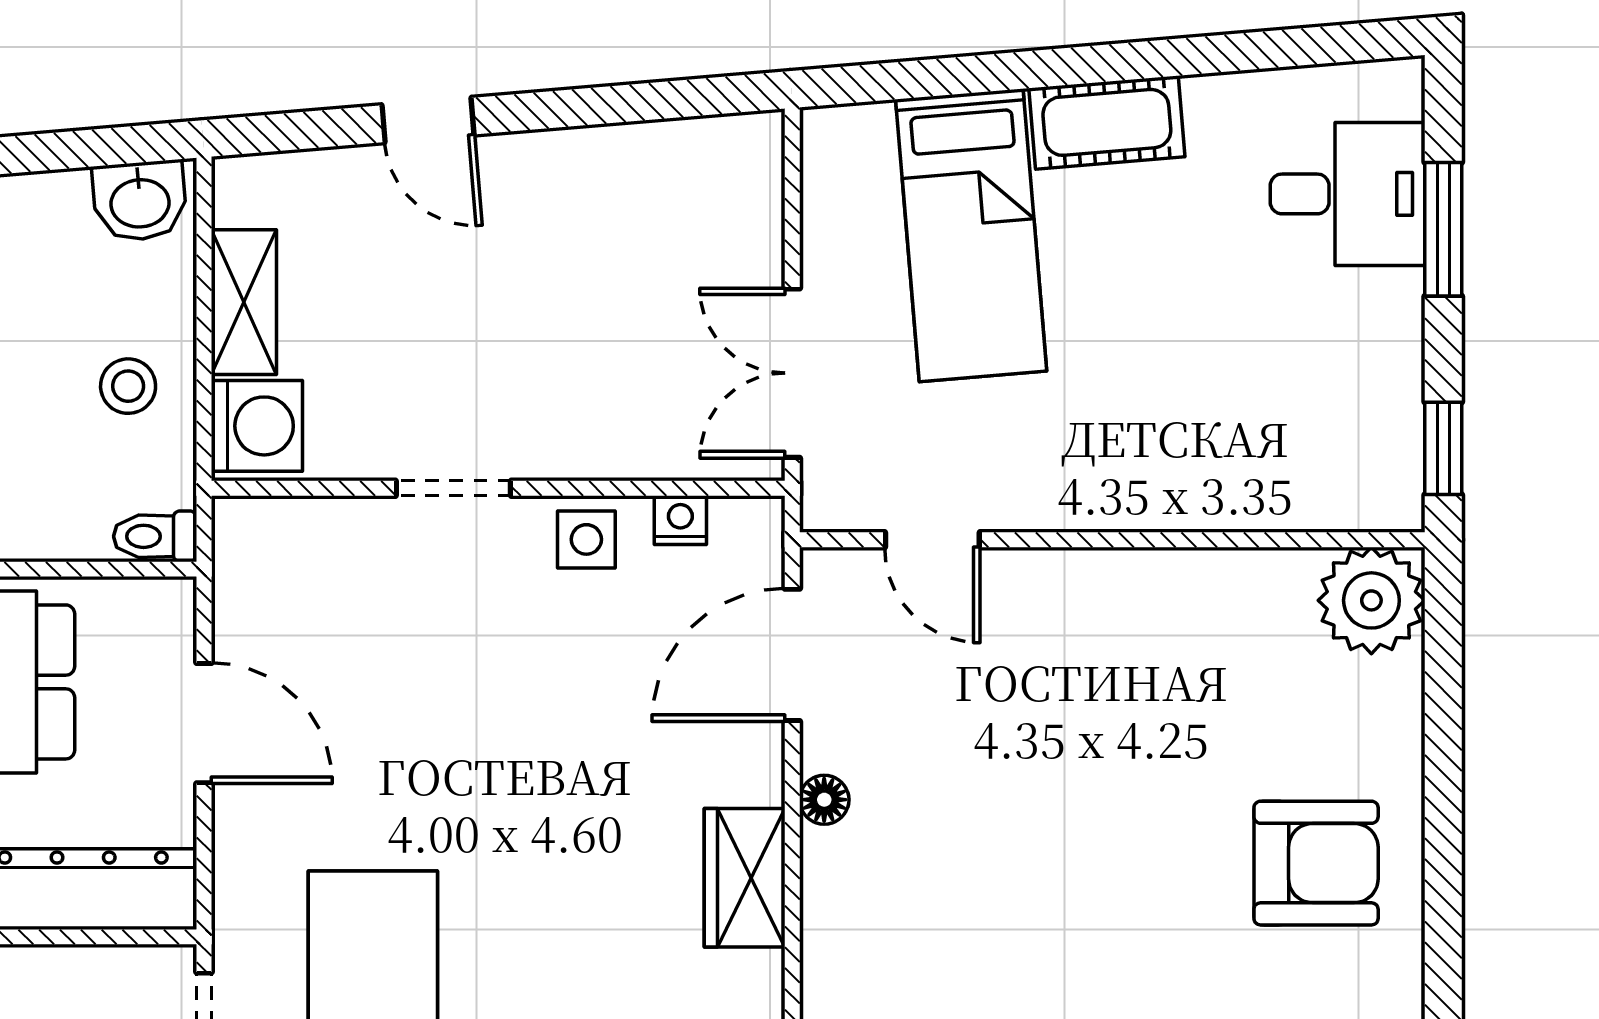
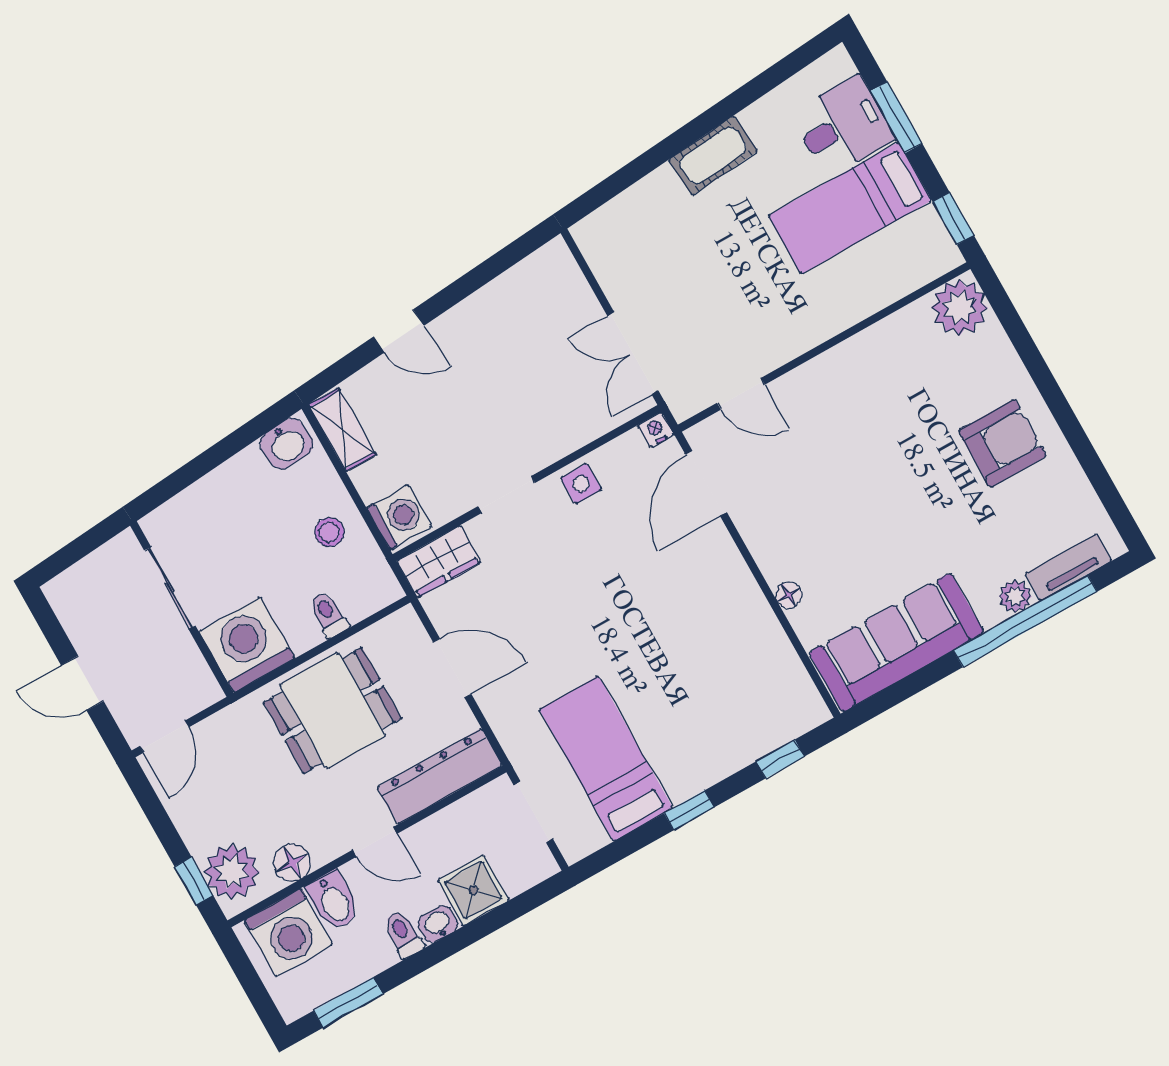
bed: (971, 235) -> (850, 208), moved, turned 95
shelving: (244, 302) -> (342, 430), moved
nightstand: (680, 520) -> (656, 430), moved
toilet: (155, 536) -> (328, 614), moved, turned 90
floor lamp: (824, 800) -> (789, 595), moved
wardrobe: (745, 878) -> (439, 562), moved, turned -90

